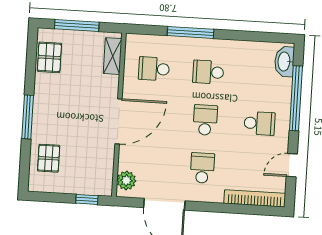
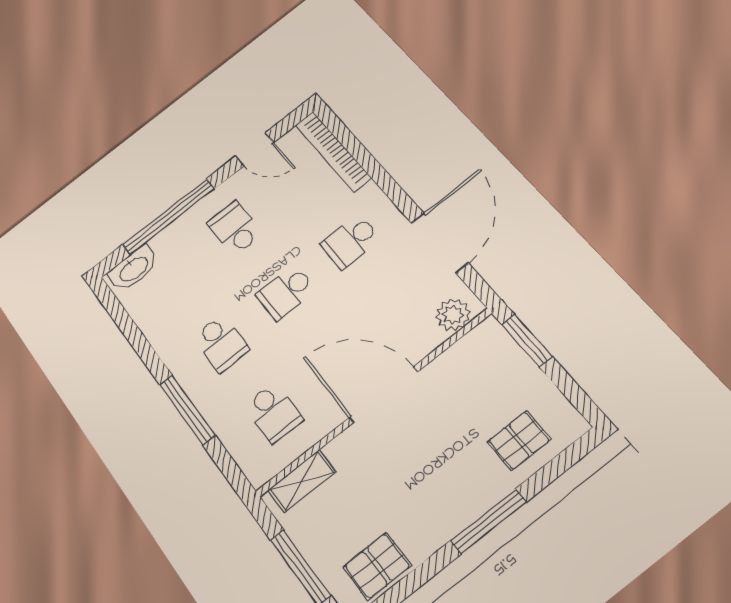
window: (87, 199) -> (527, 340), width x1.50

